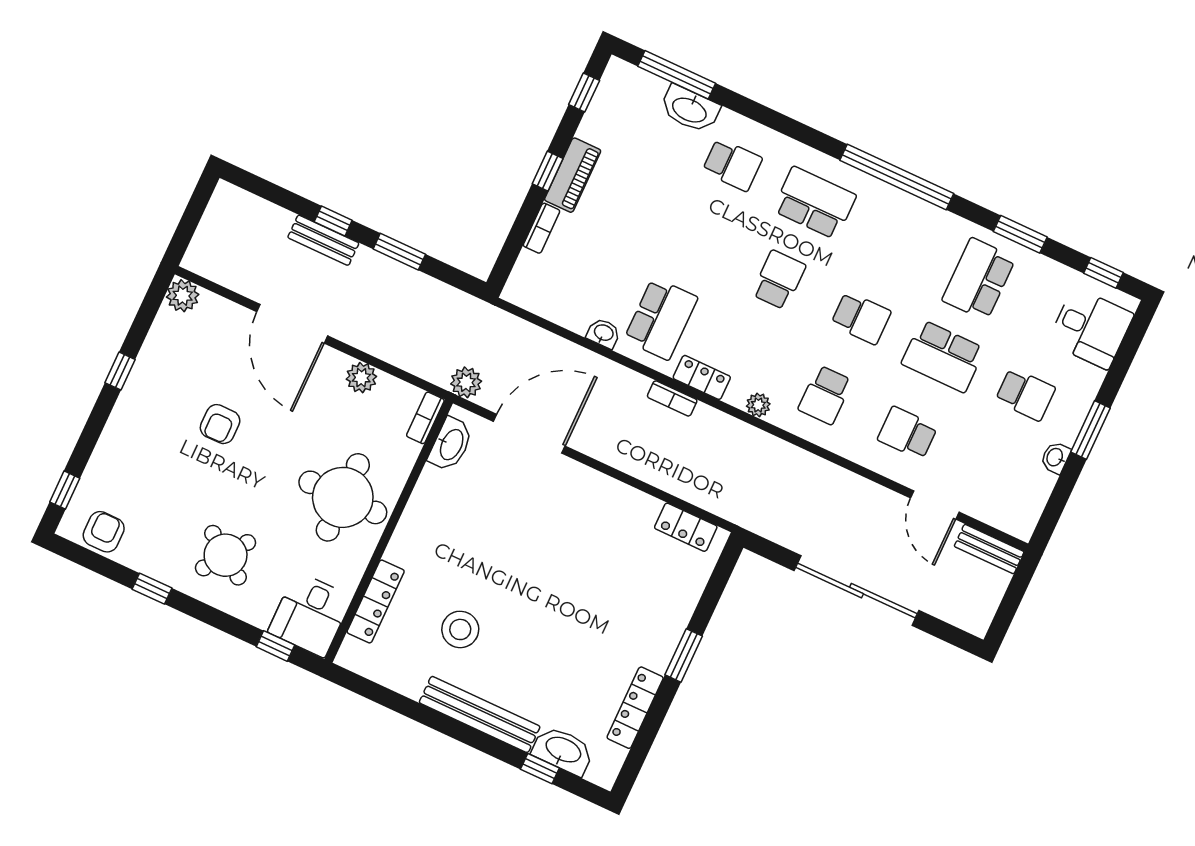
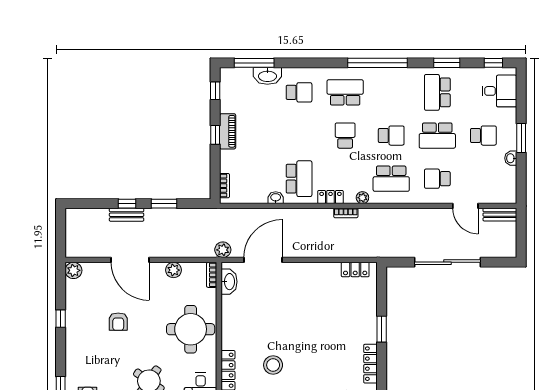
bookcase: (541, 228) -> (225, 186), moved
school desk: (825, 395) -> (391, 179), width x1.85
bookcase: (672, 398) -> (346, 213), moved

